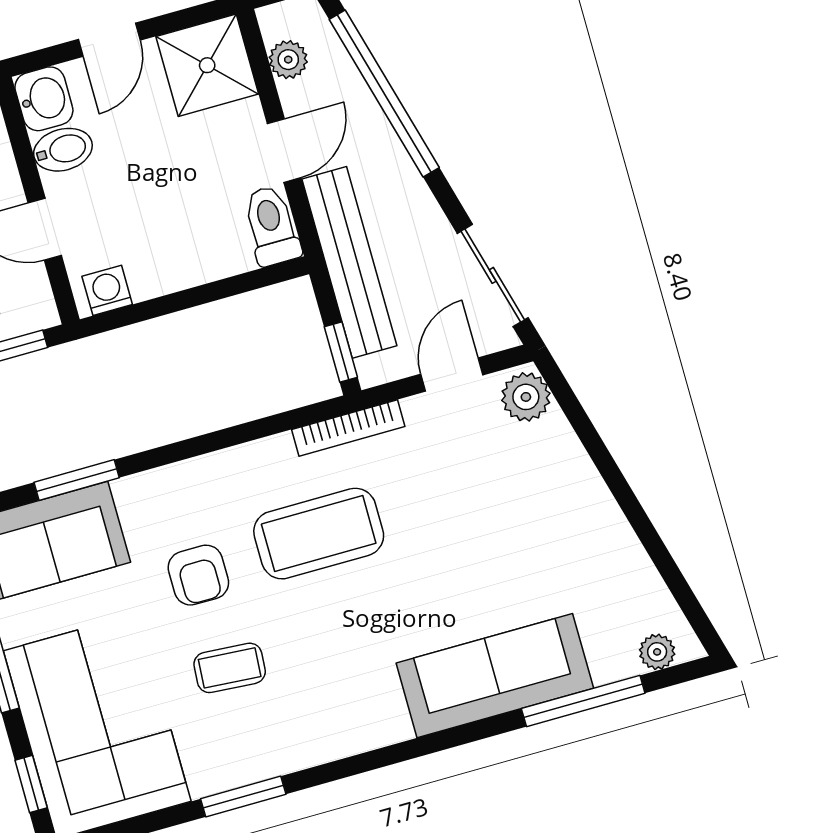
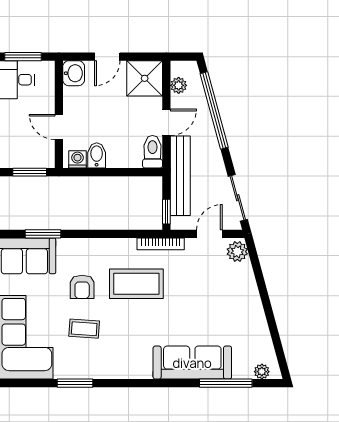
bidet: (63, 150) -> (97, 155), moved, turned -90

